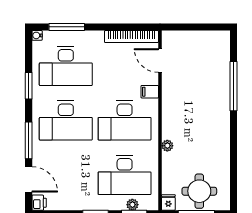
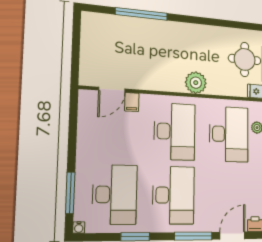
bookcase: (131, 37) -> (84, 119), removed
filing cabinet: (150, 92) -> (132, 102), moved
plant: (167, 146) -> (196, 83), width x1.88, depth x1.88

